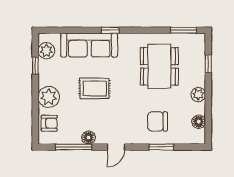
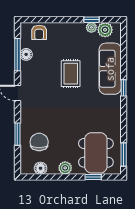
dining table: (159, 66) -> (96, 153), moved, turned 90
plant: (49, 97) -> (91, 27), moved, width x0.53, depth x0.53
chair: (157, 121) -> (39, 142), moved
floor lamp: (89, 138) -> (26, 54), moved

